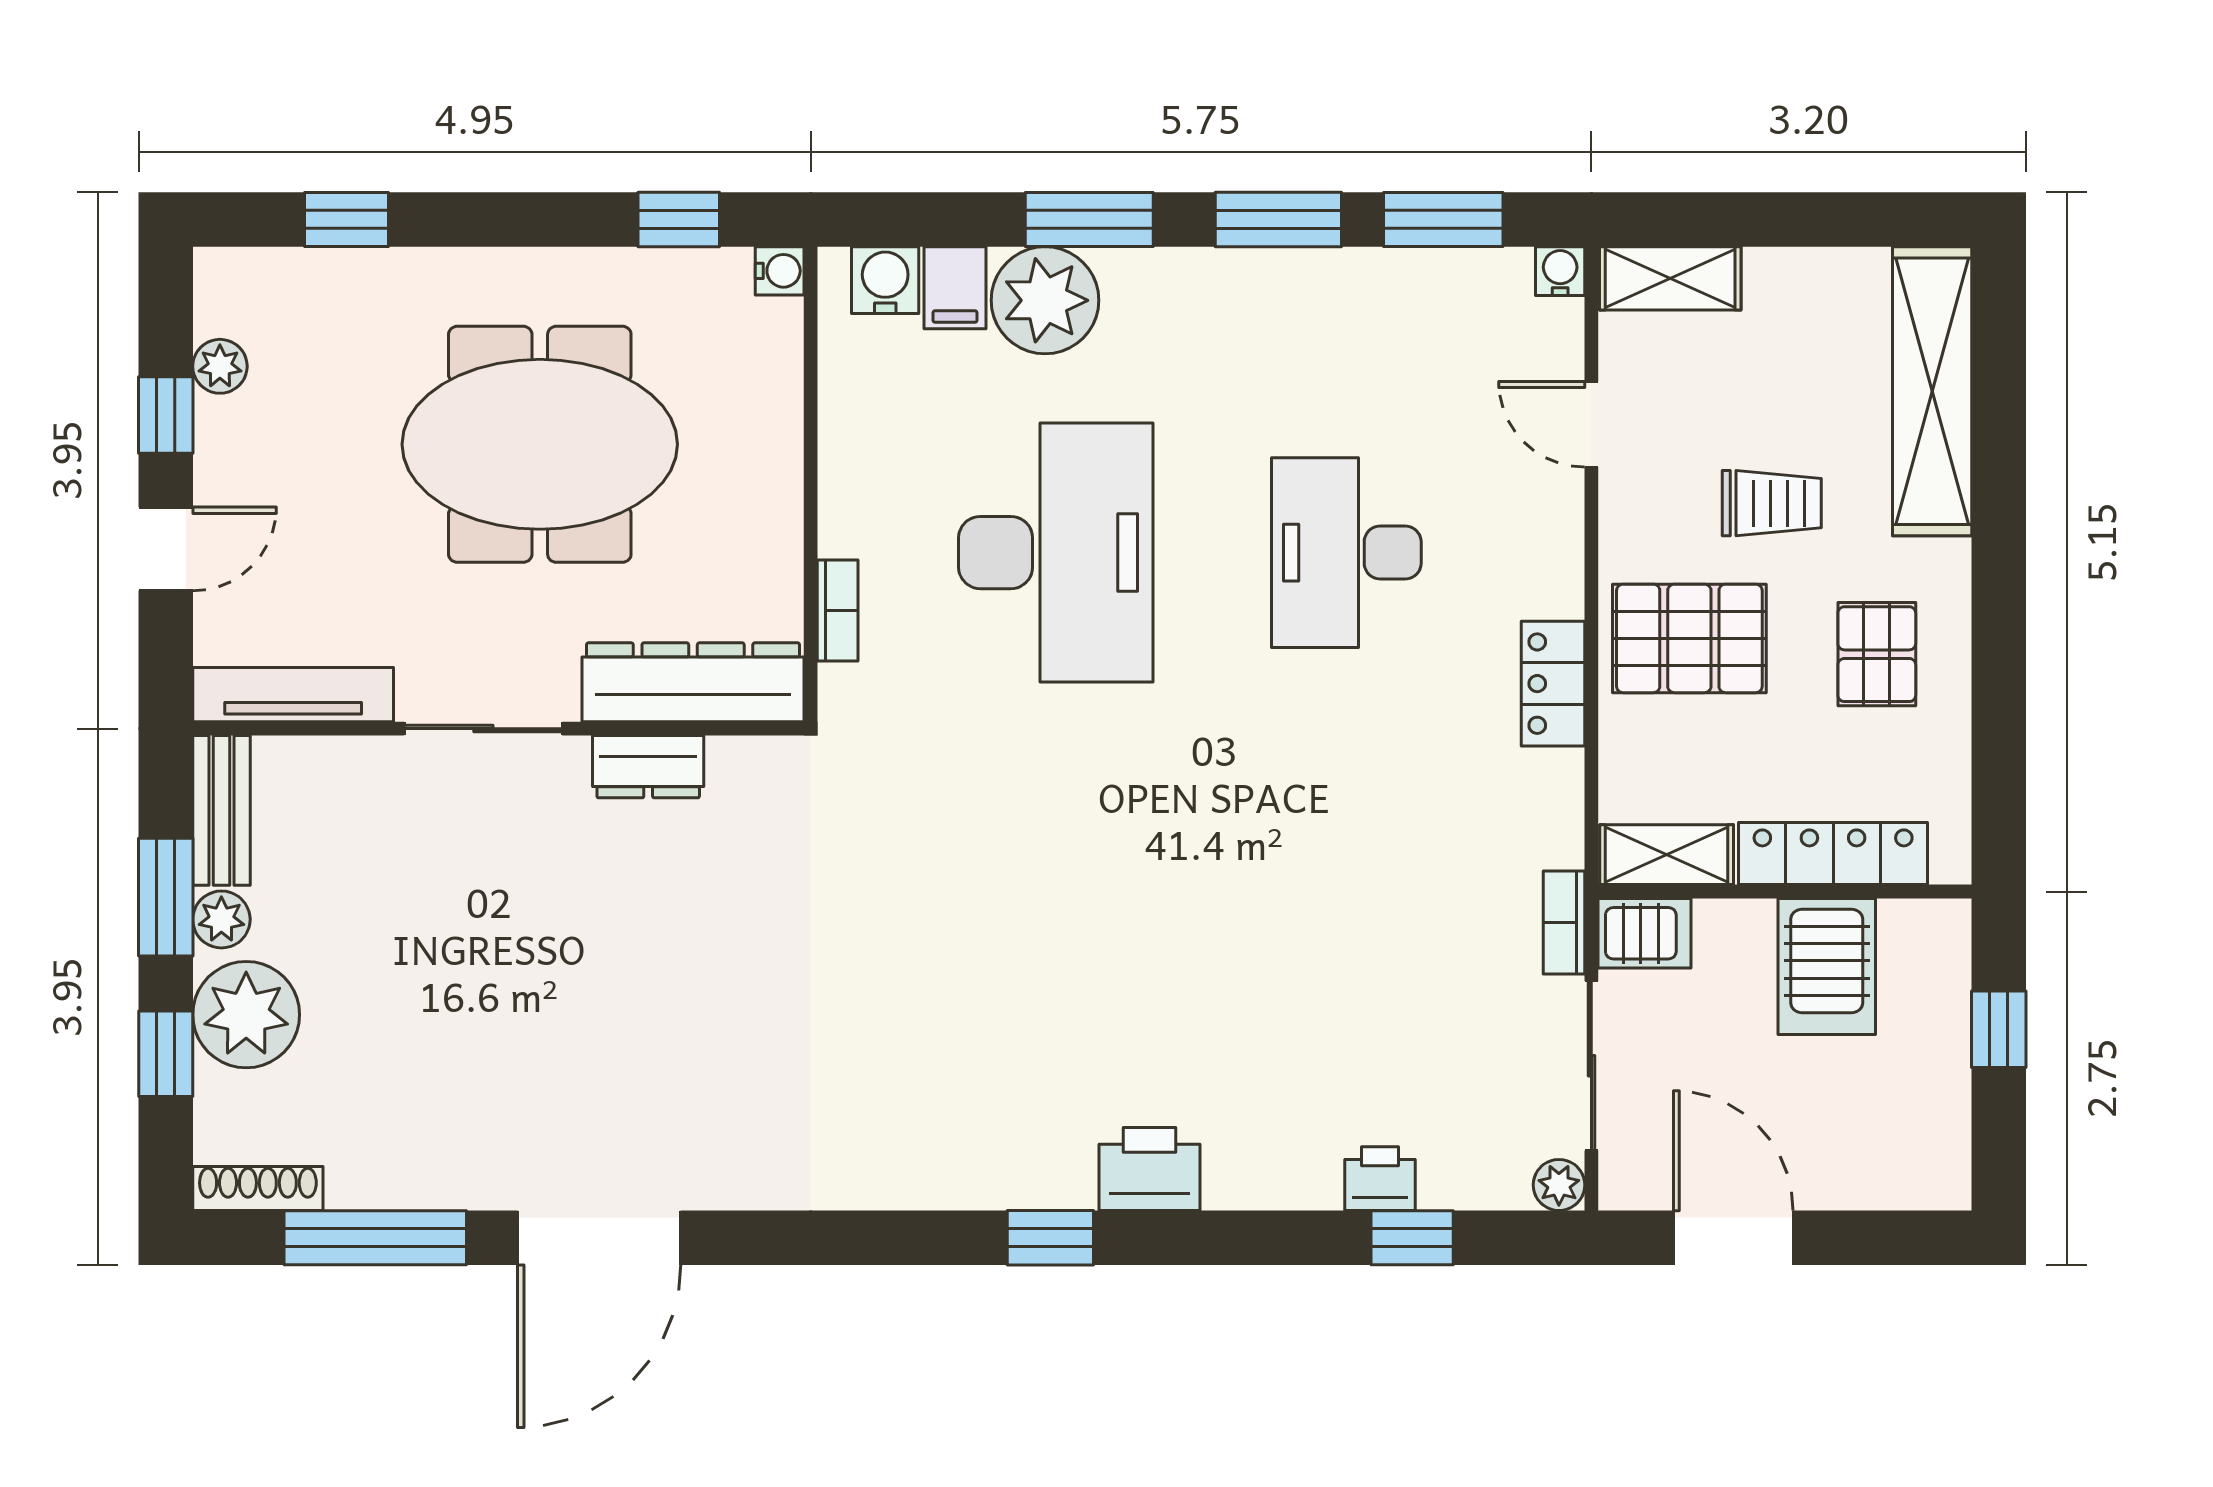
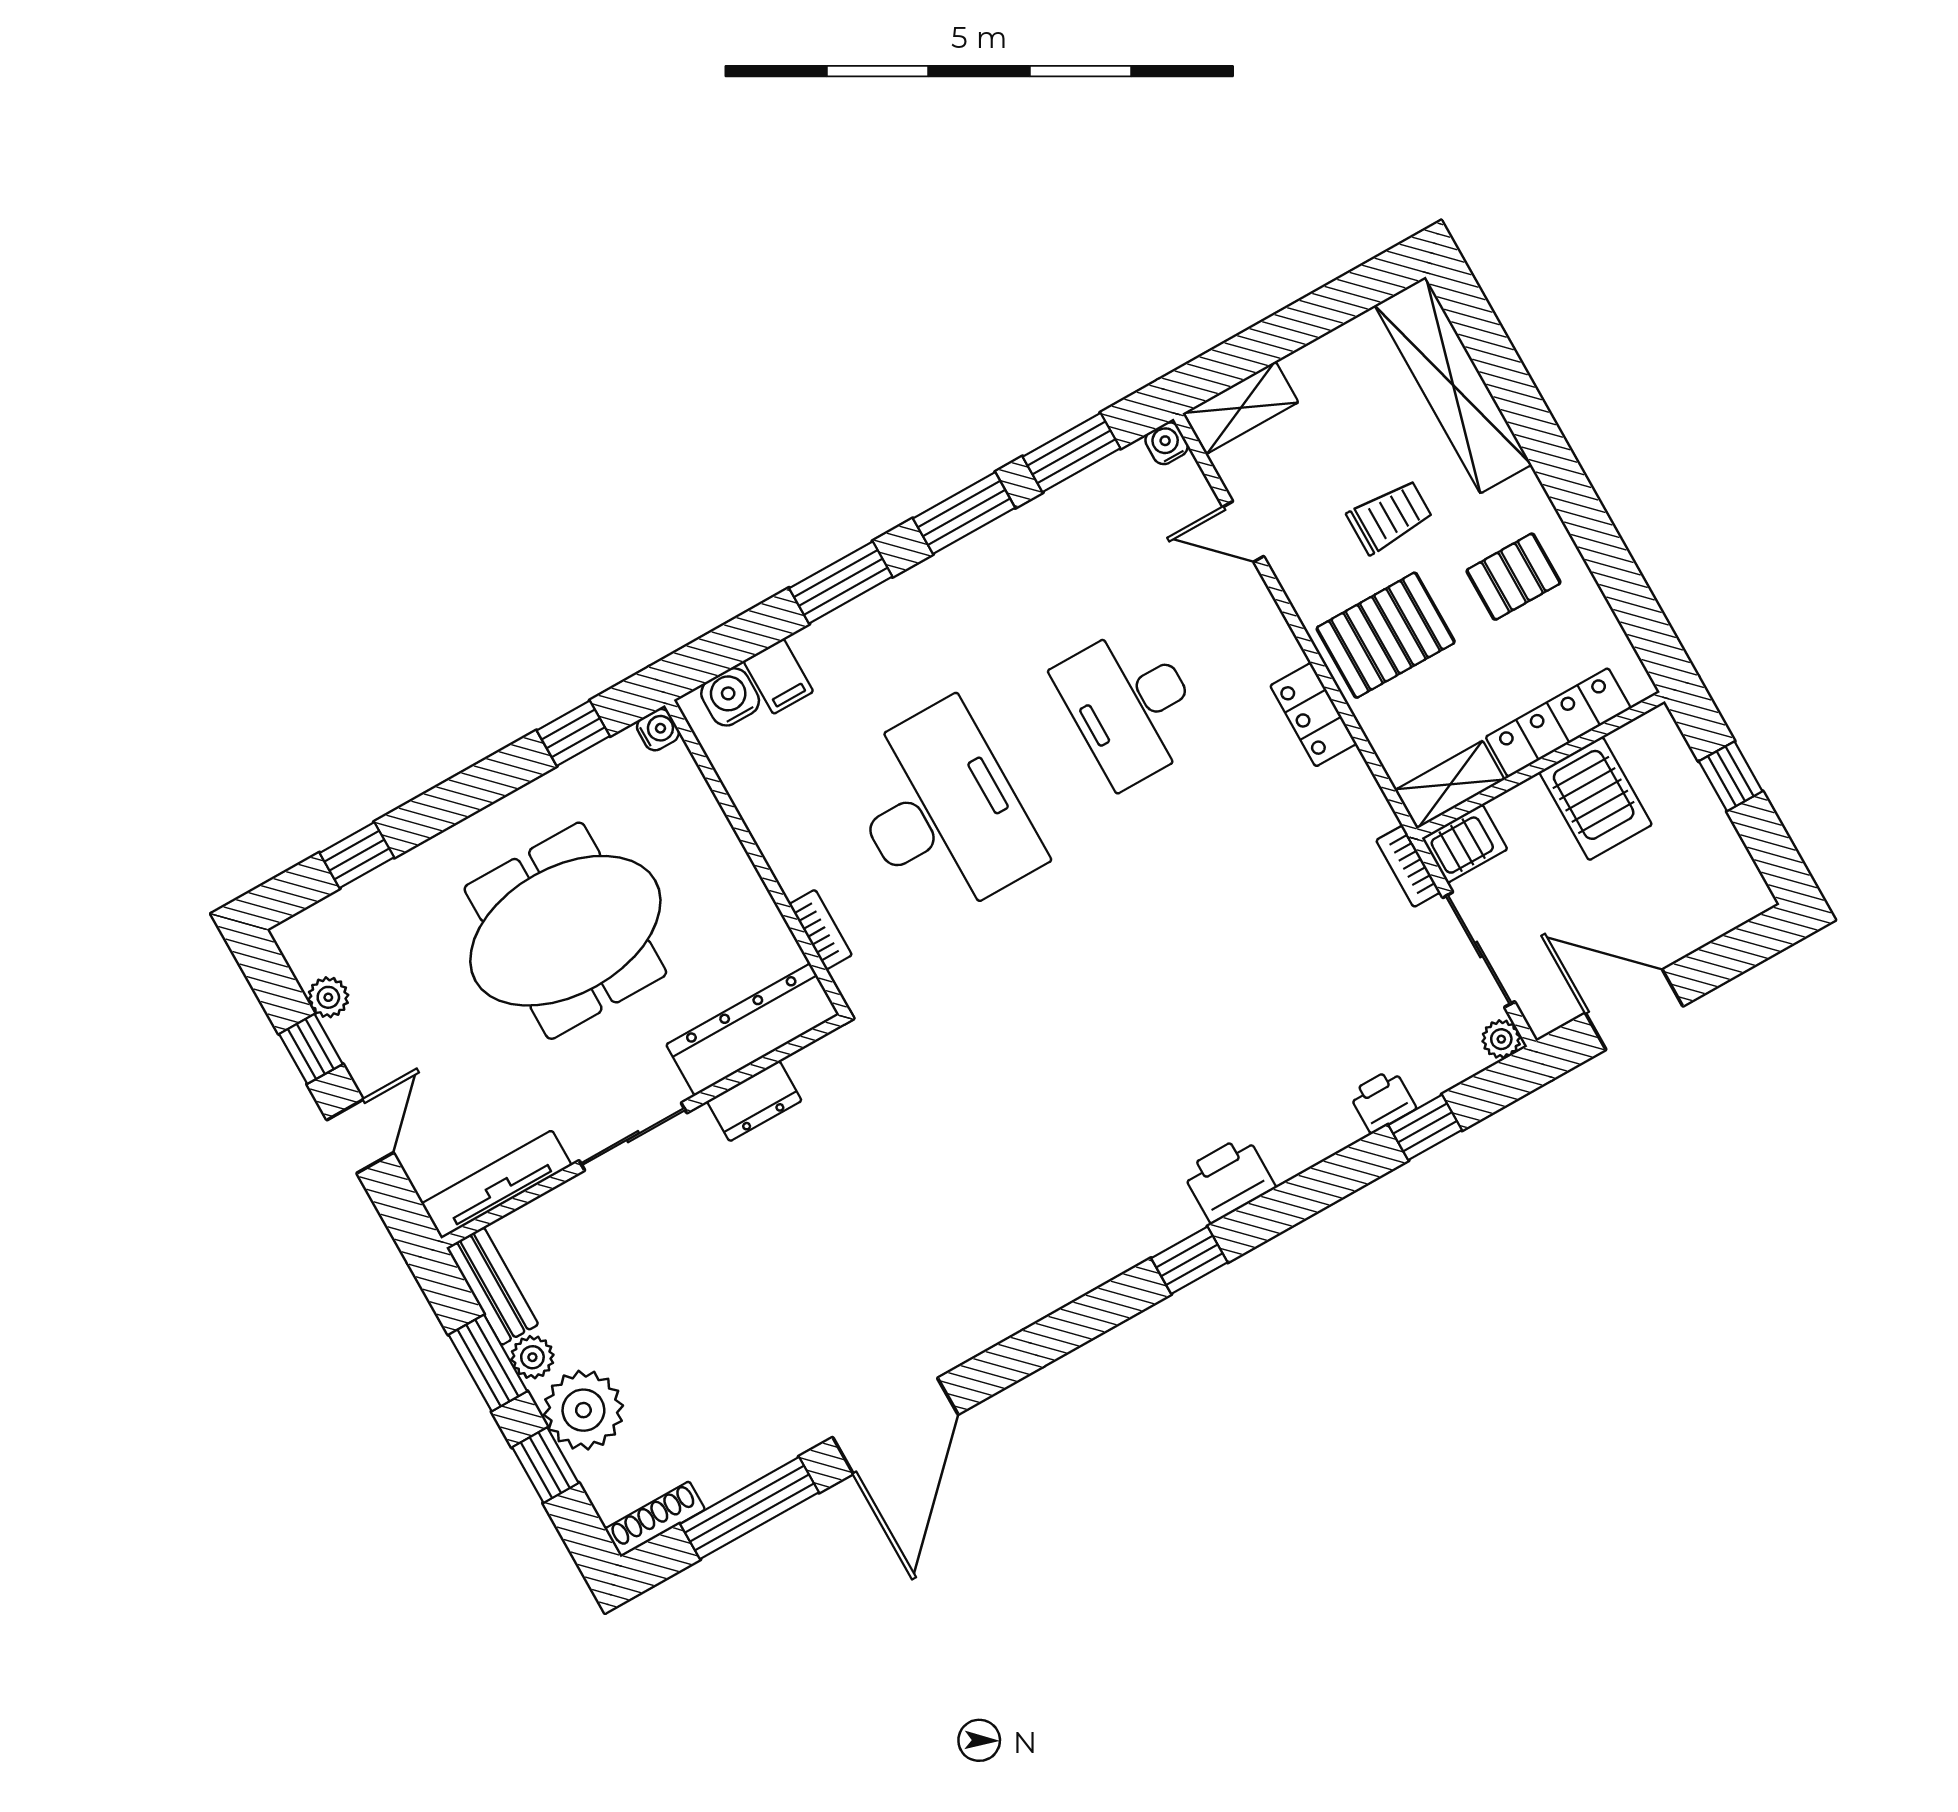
plant: (1045, 300) -> (842, 651), removed
pallet: (1877, 654) -> (1514, 577), turned 90

